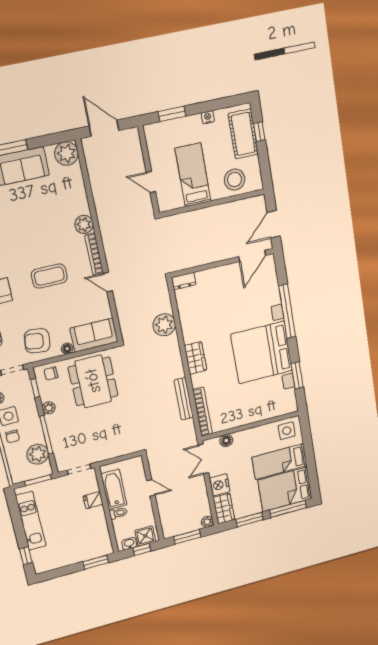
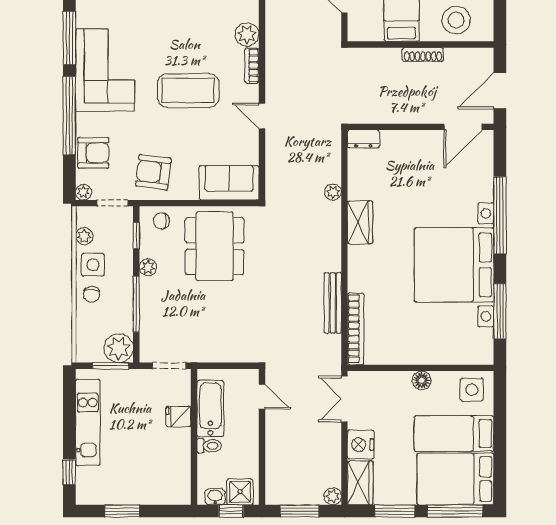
shoe rack: (215, 210) -> (423, 55), added
bookcase: (94, 254) -> (252, 65), width x0.64
coffee table: (49, 276) -> (188, 91), width x1.36, depth x1.32
plant: (164, 325) -> (333, 192), width x0.53, depth x0.53
floor lamp: (67, 349) -> (190, 192), removed
wardrobe: (195, 358) -> (360, 222), moved
window: (297, 375) -> (500, 311), width x1.44
floor lamp: (226, 441) -> (422, 380), moved
plant: (38, 454) -> (119, 348), moved
door: (151, 488) -> (262, 397), moved
window: (96, 562) -> (122, 511), moved

